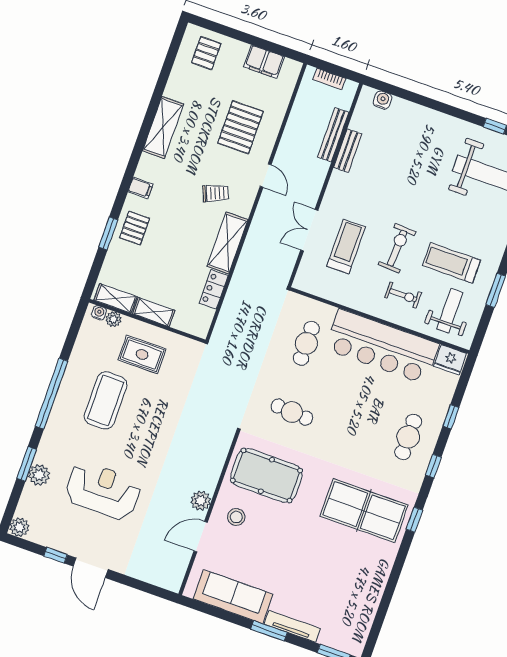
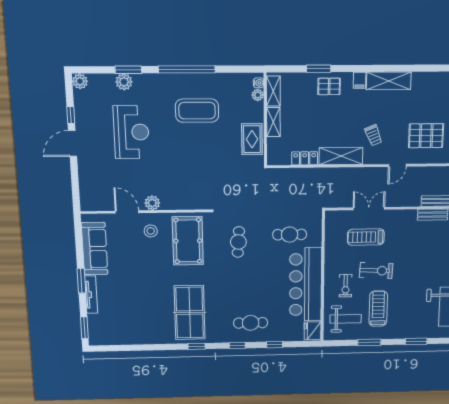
shelving: (163, 127) -> (389, 81), moved
treadmill: (346, 247) -> (366, 237), turned 180
rug: (142, 354) -> (252, 139), moved

